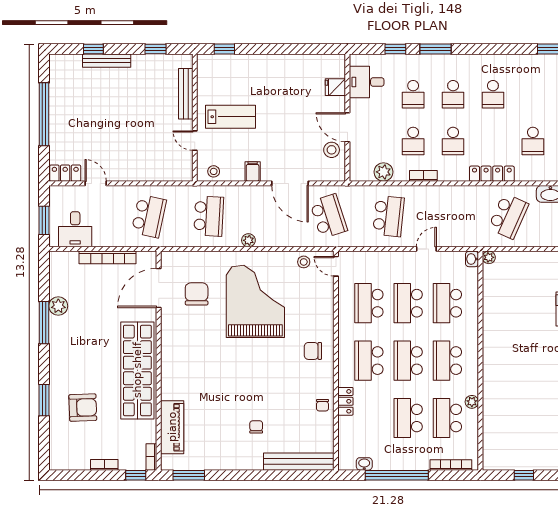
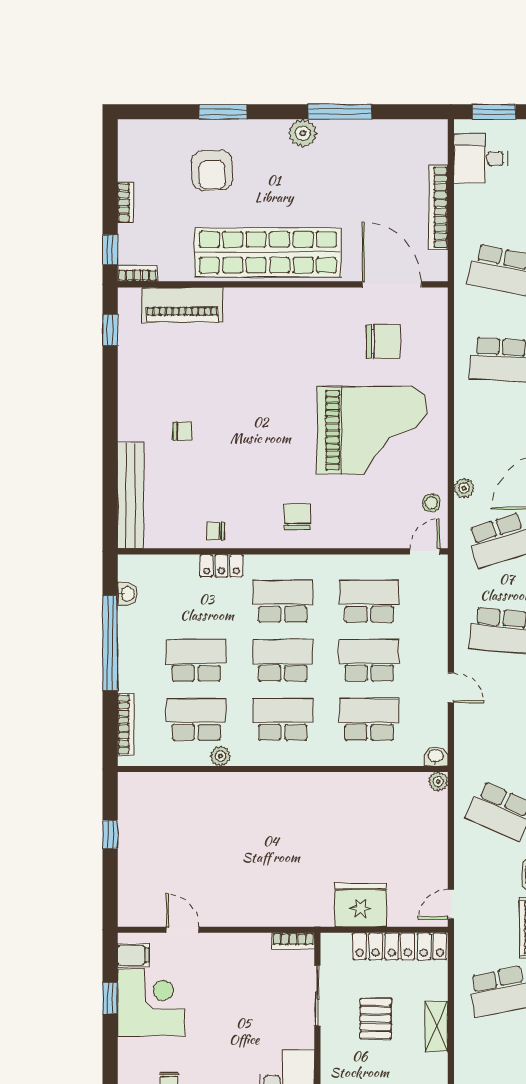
plant: (248, 240) -> (464, 488), moved
plant: (58, 306) -> (303, 133), moved
window: (189, 475) -> (110, 330), width x0.67

